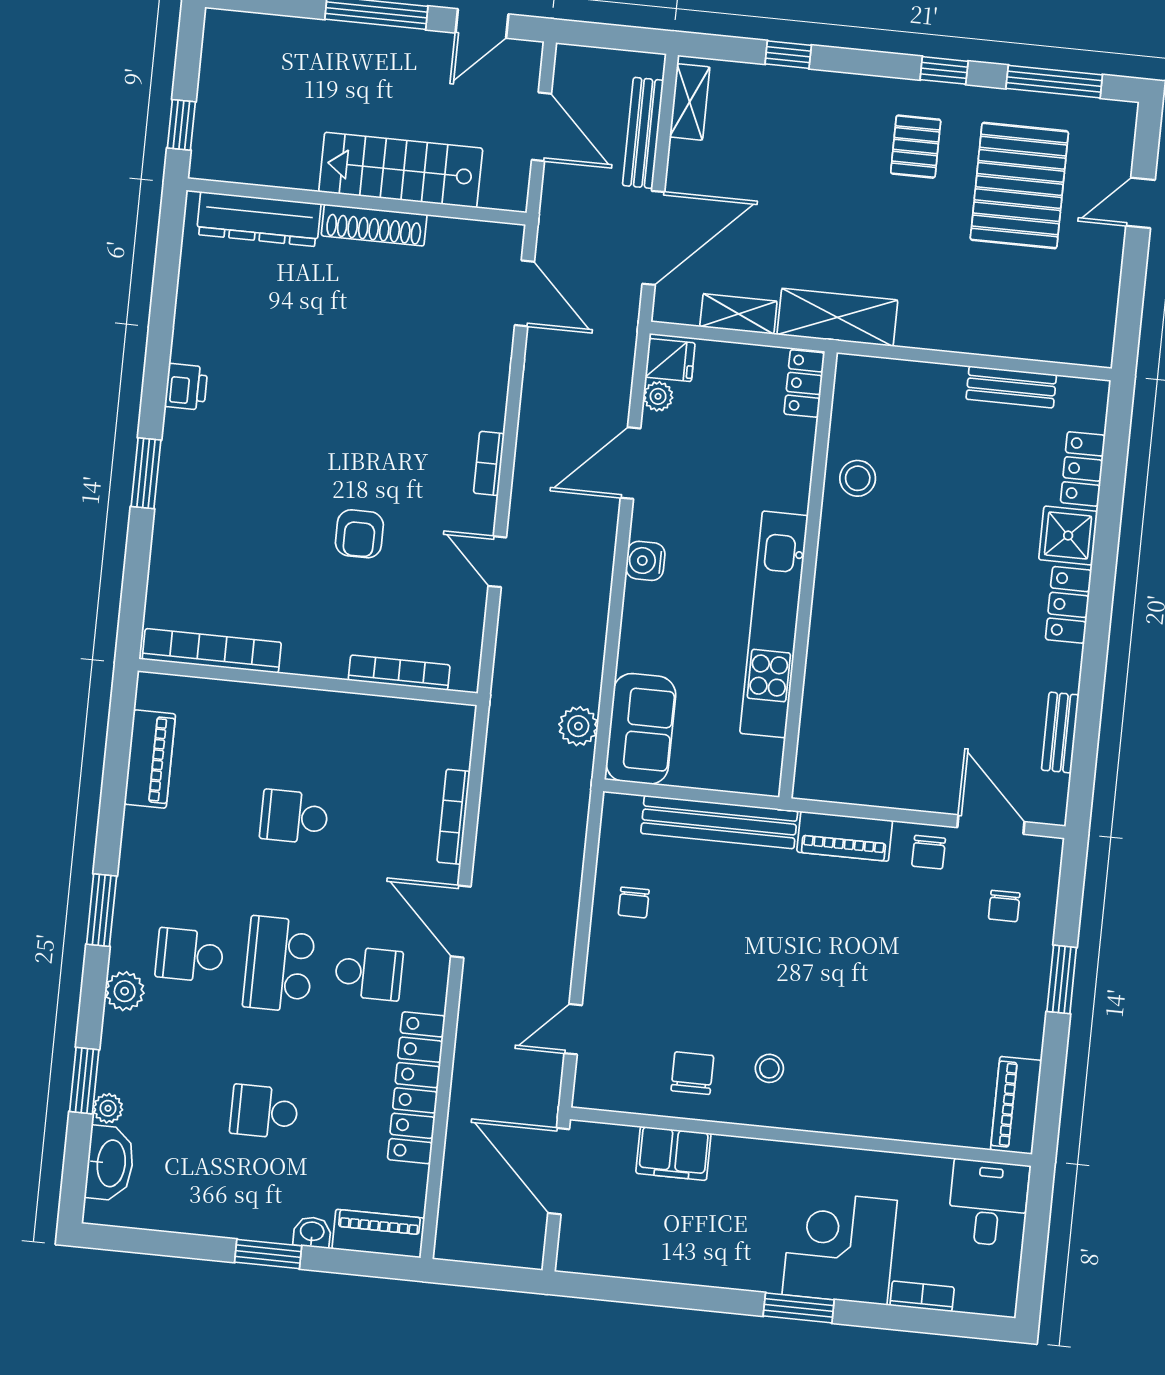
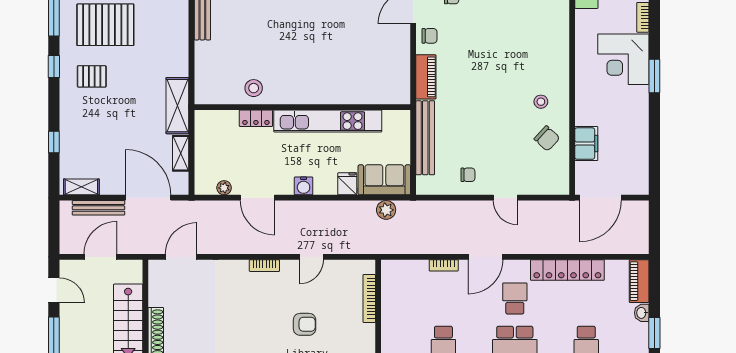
fridge: (670, 360) -> (347, 184), moved
locker: (804, 383) -> (256, 118), moved
bookcase: (454, 817) -> (444, 265), width x0.64
door: (573, 1029) -> (505, 198), moved
chair: (692, 1073) -> (547, 138), turned -137

